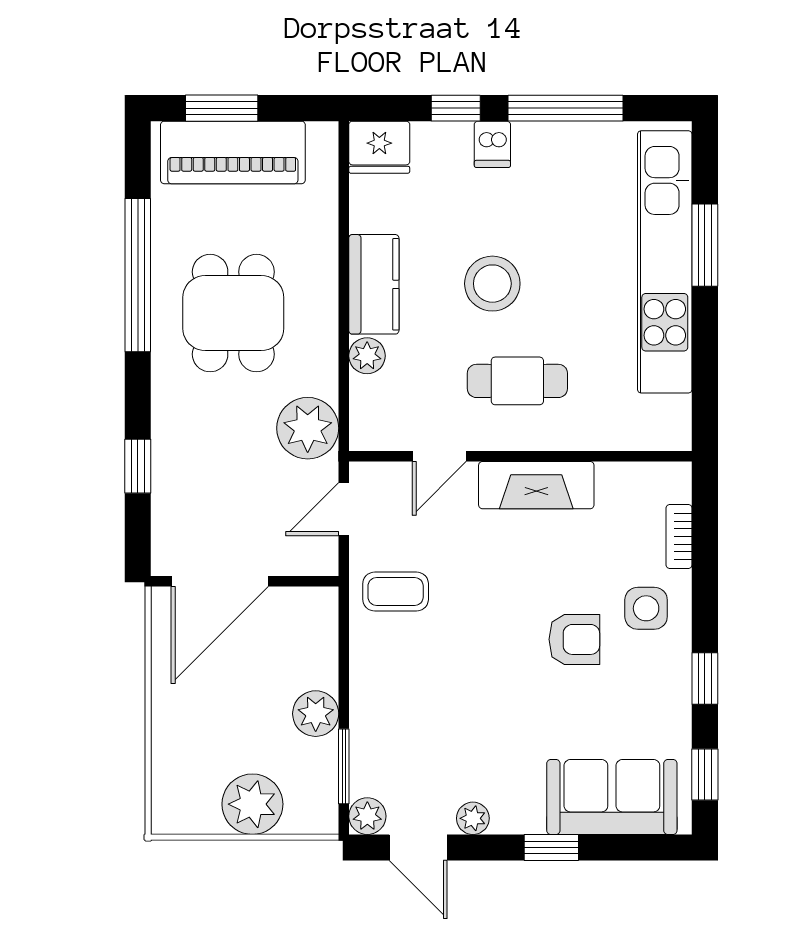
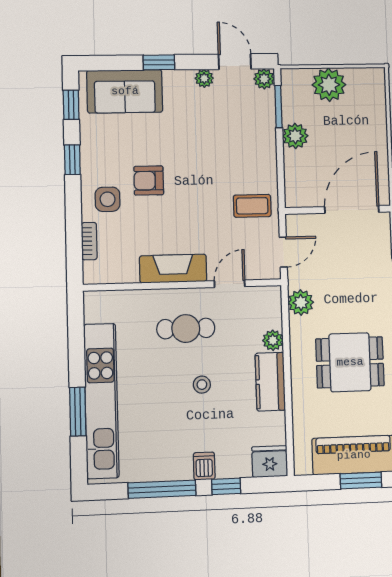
stool: (492, 284) -> (202, 385), width x0.53, depth x0.53
dining table: (233, 313) -> (350, 362), turned 90
plant: (308, 428) -> (301, 303), width x0.73, depth x0.73

